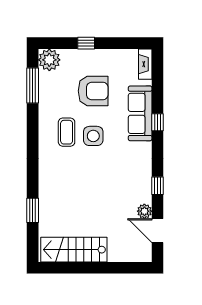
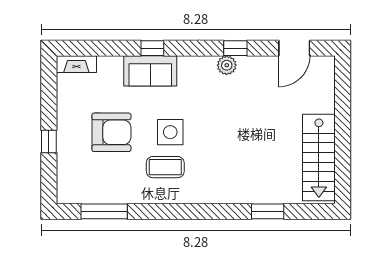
plant: (49, 60) -> (71, 190), removed
armchair: (93, 91) -> (111, 132), turned 90
sofa: (140, 113) -> (150, 71), width x0.73
plant: (144, 211) -> (227, 65), moved

